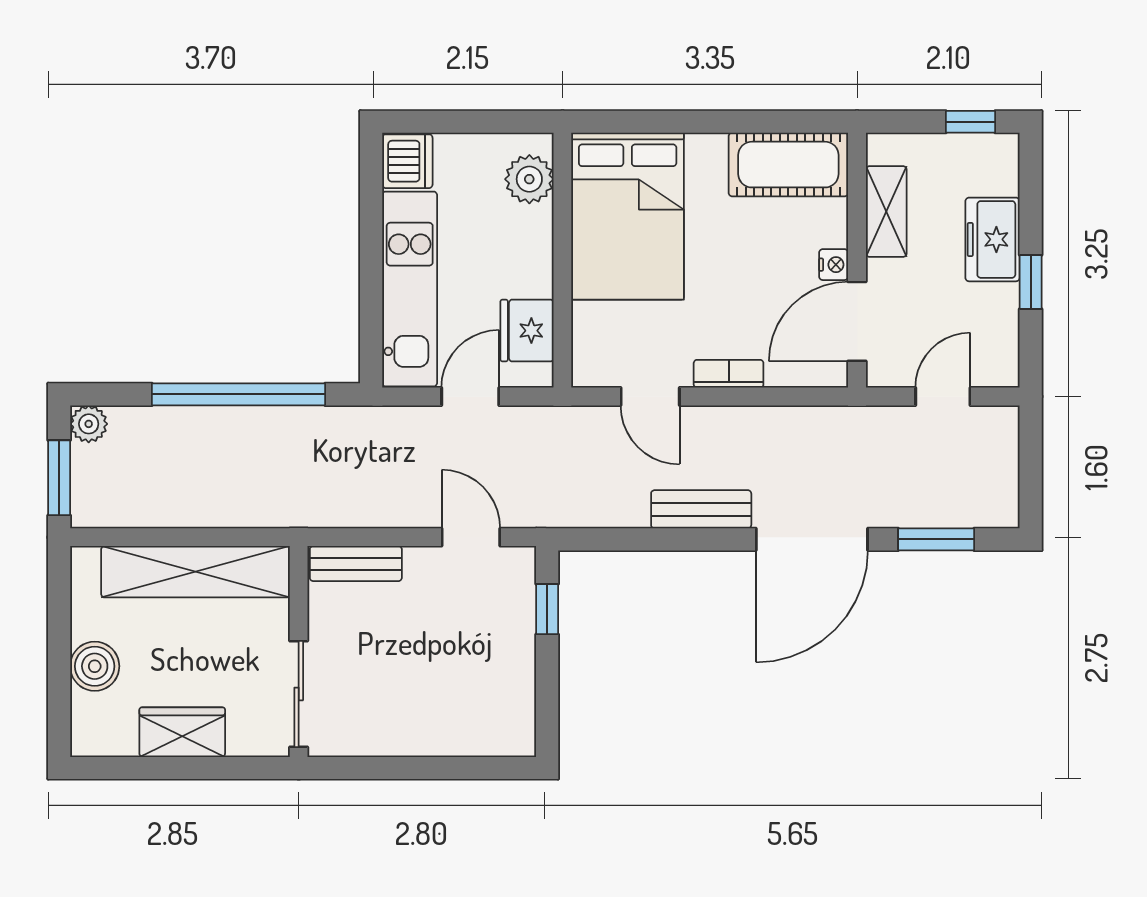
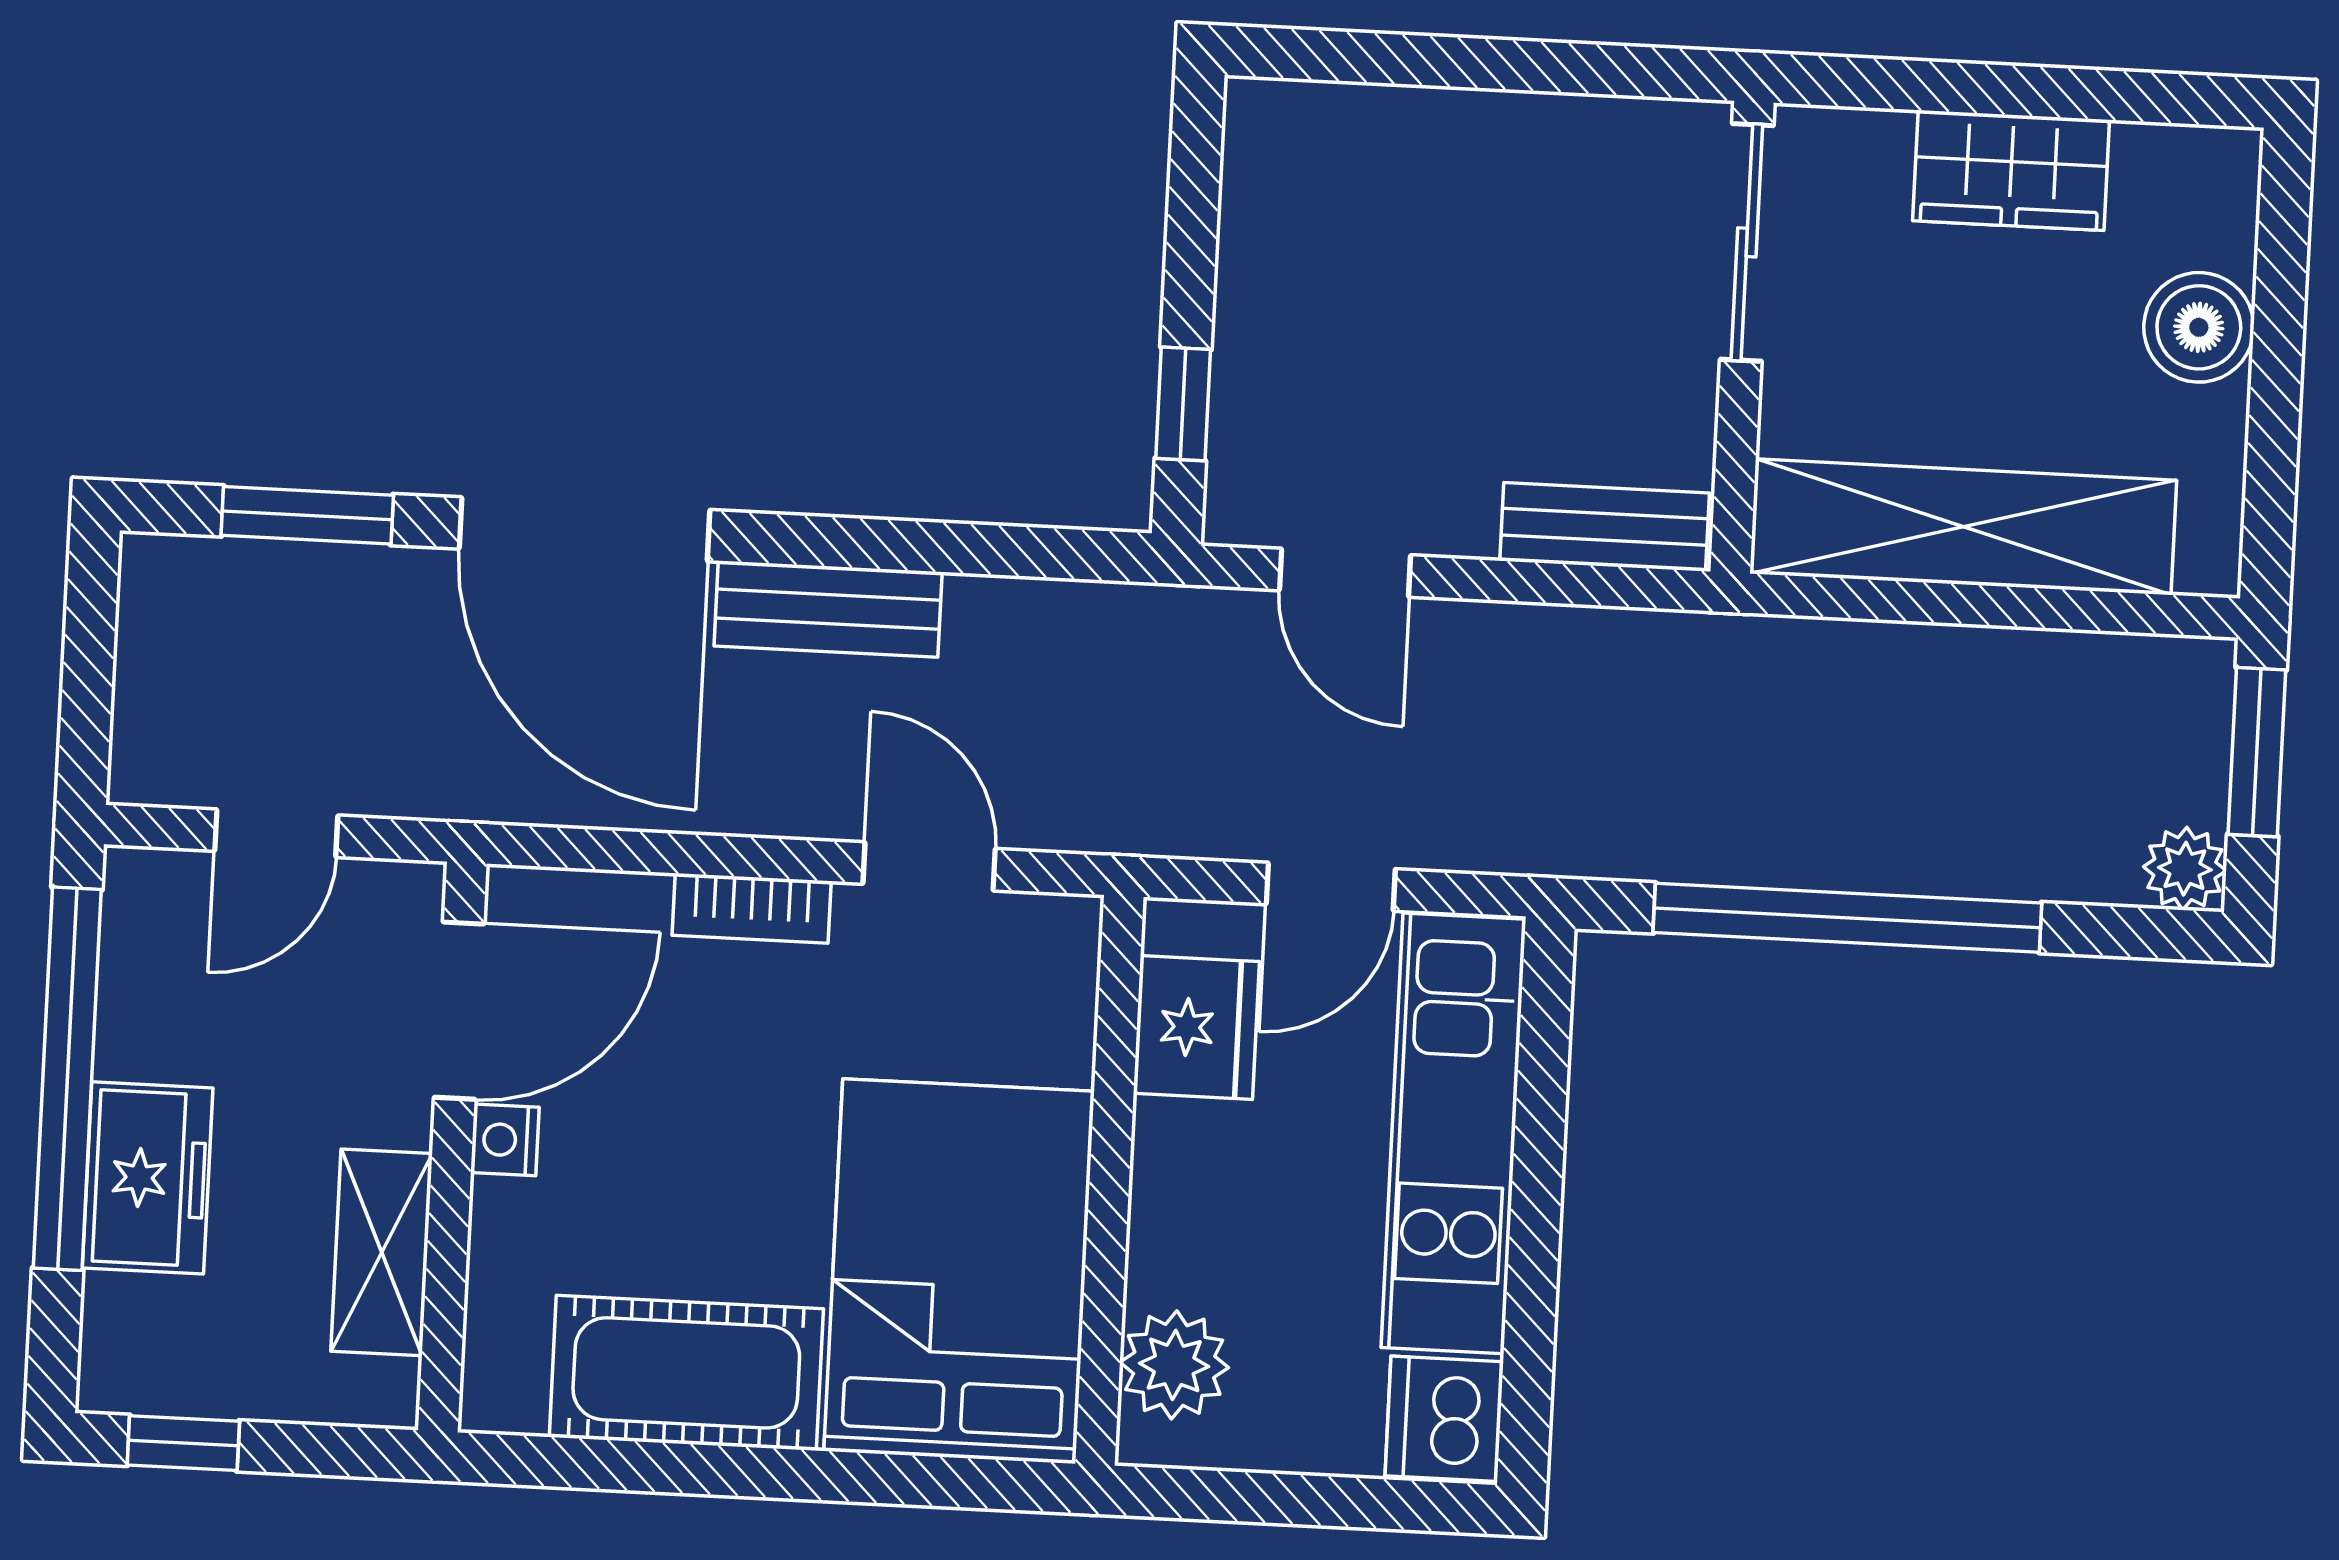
cot: (788, 165) -> (686, 1373), moved
window: (1031, 282) -> (67, 1079), width x3.17
door: (812, 539) -> (584, 529), swing flipped

